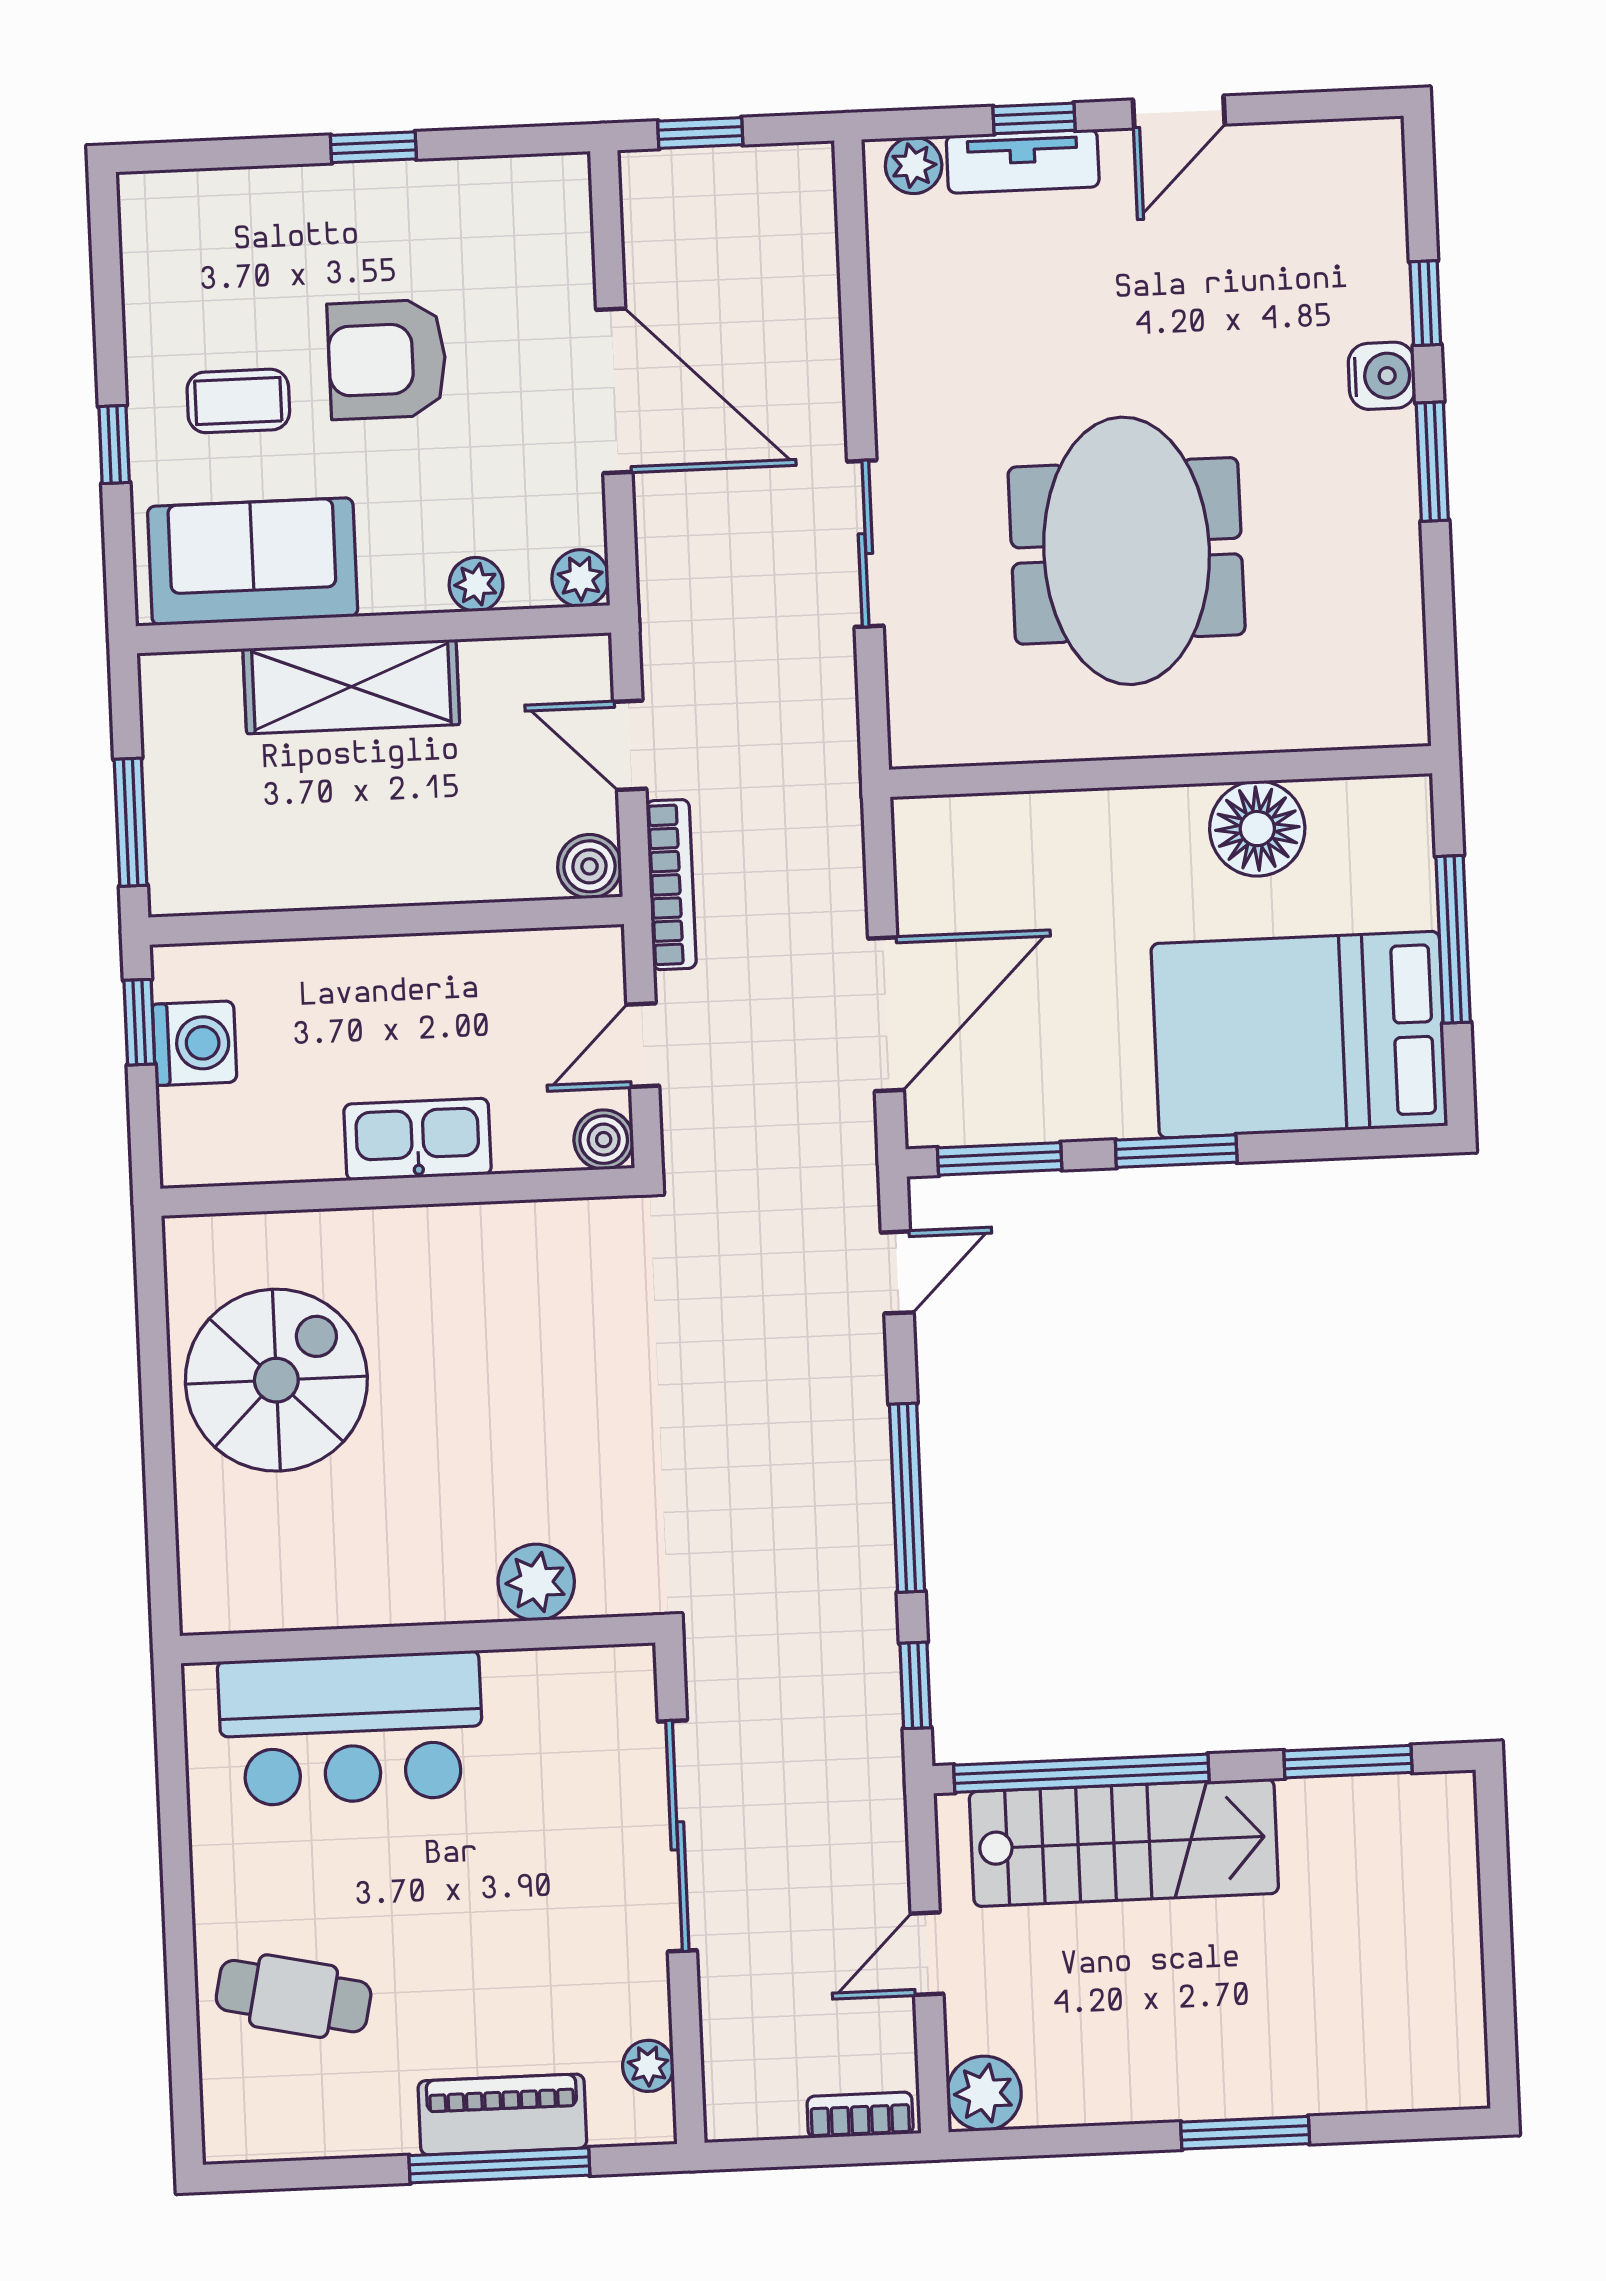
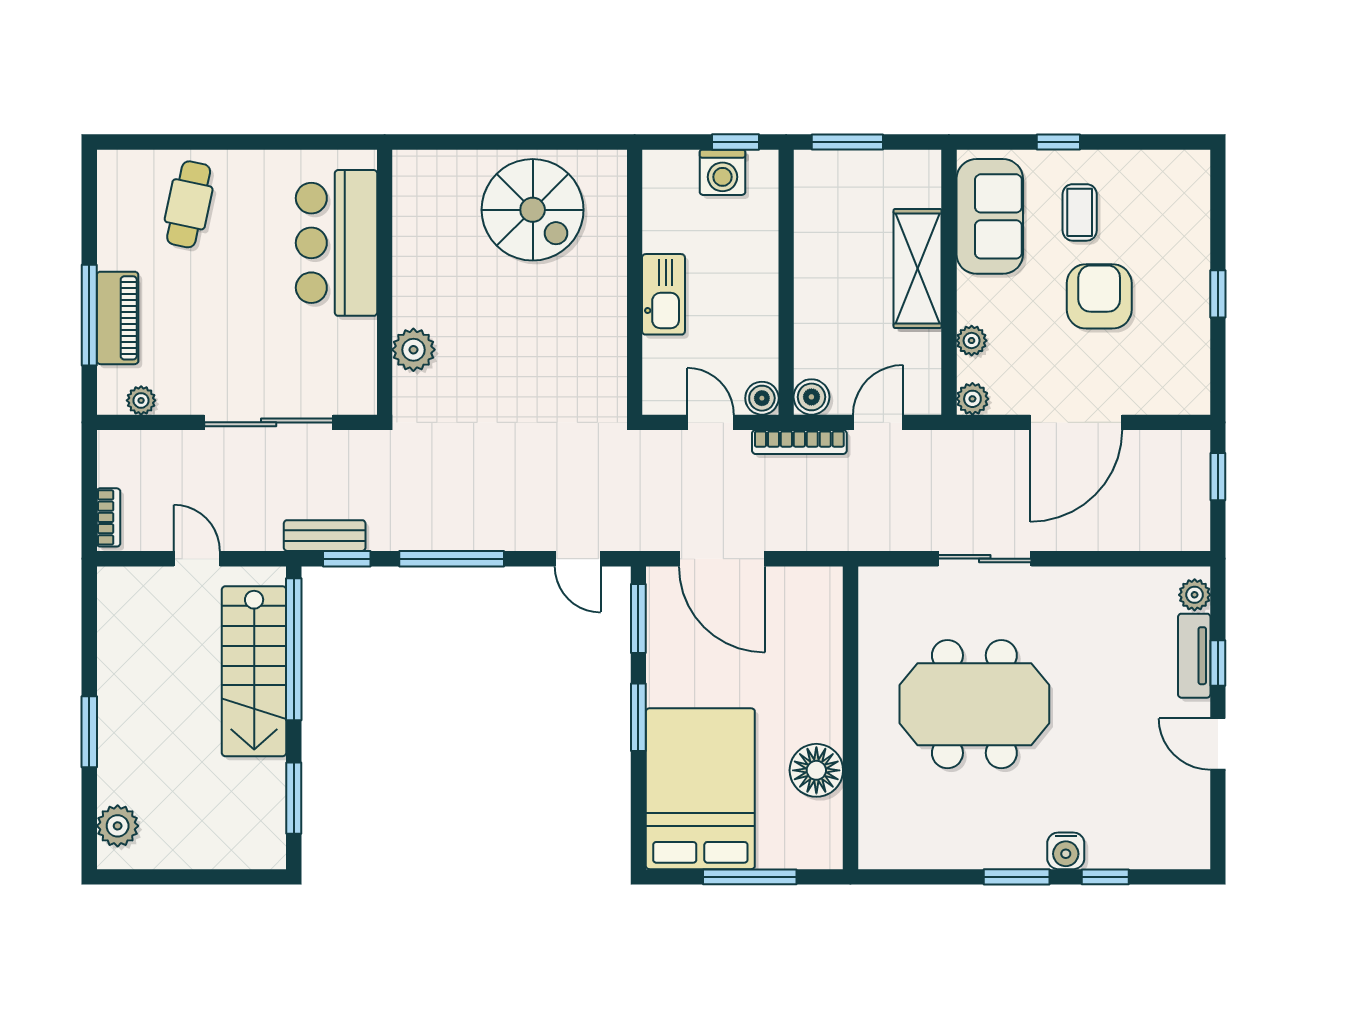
boiler: (604, 1140) -> (762, 398), moved
bench: (876, 1727) -> (325, 536), added
plant: (984, 2093) -> (118, 826), moved

